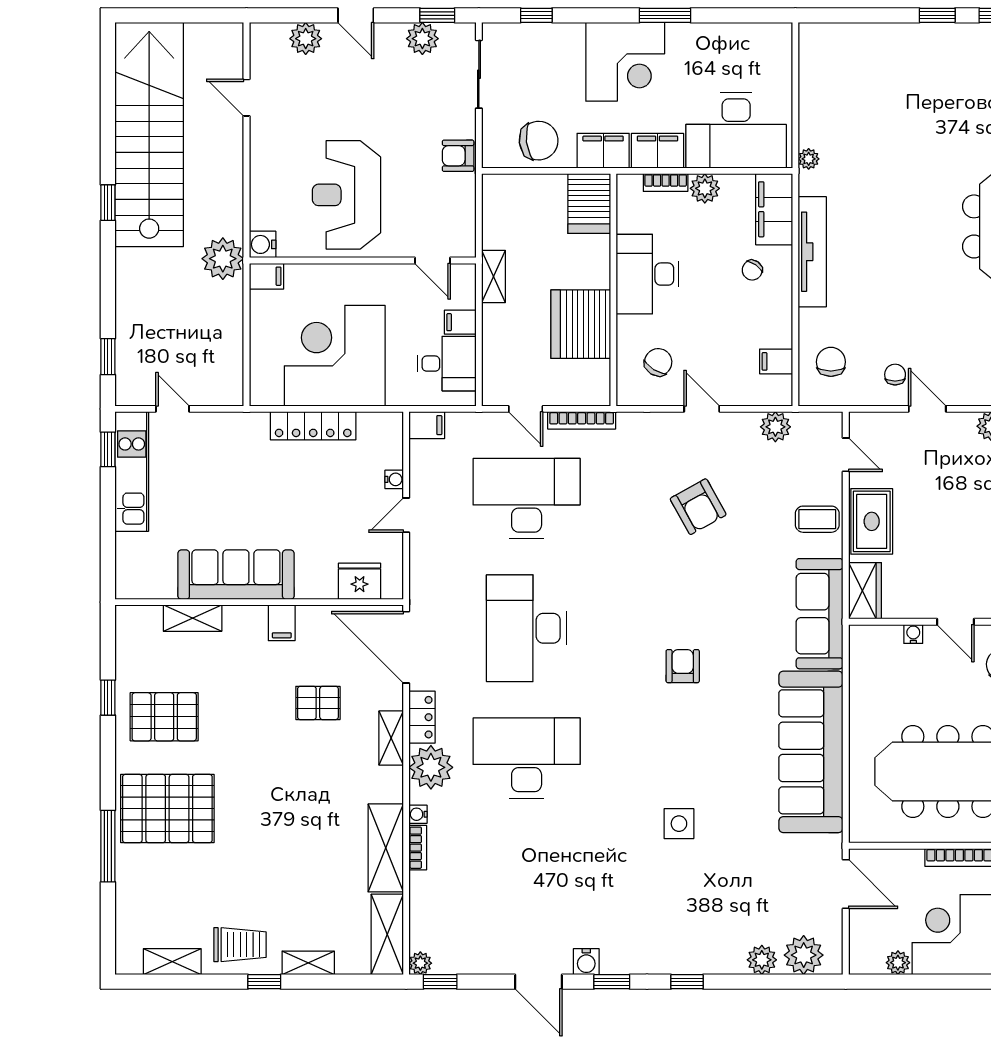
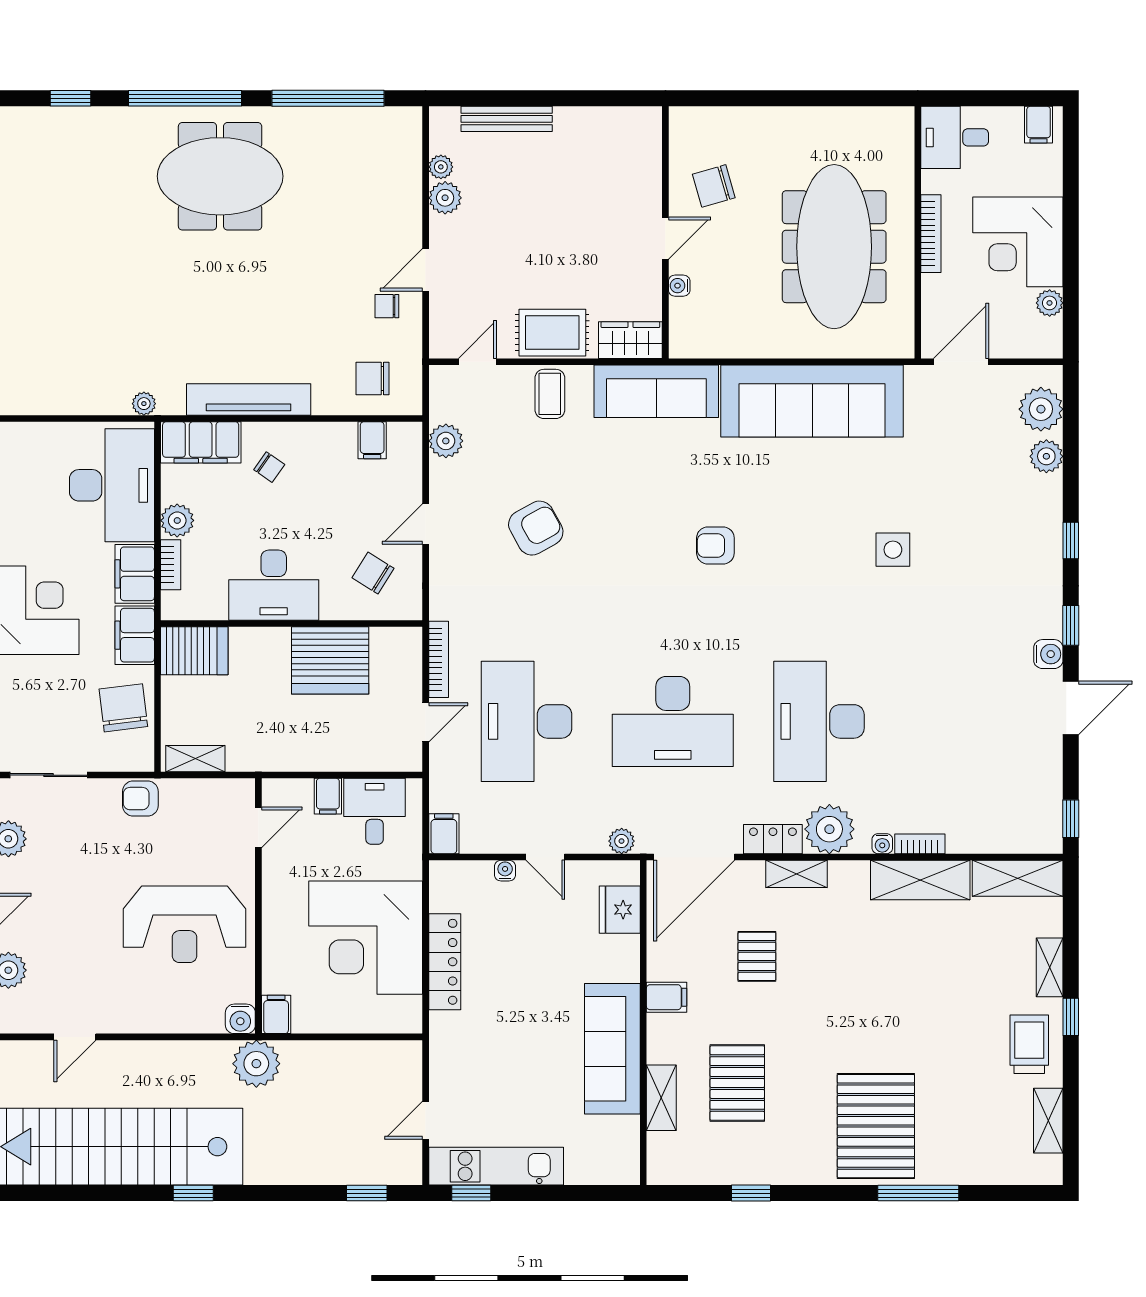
armchair: (458, 156) -> (140, 799), turned 90
shelving: (494, 276) -> (195, 759), moved
pallet: (164, 717) -> (737, 1083), moved
plant: (420, 963) -> (622, 841), moved

